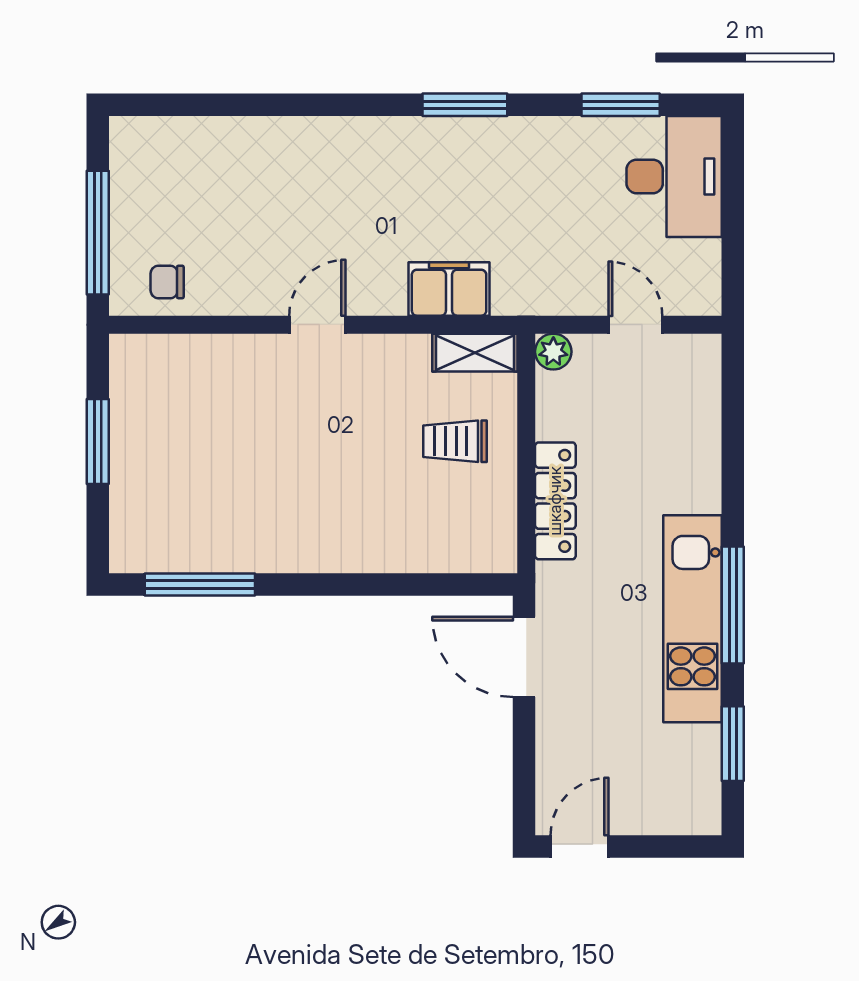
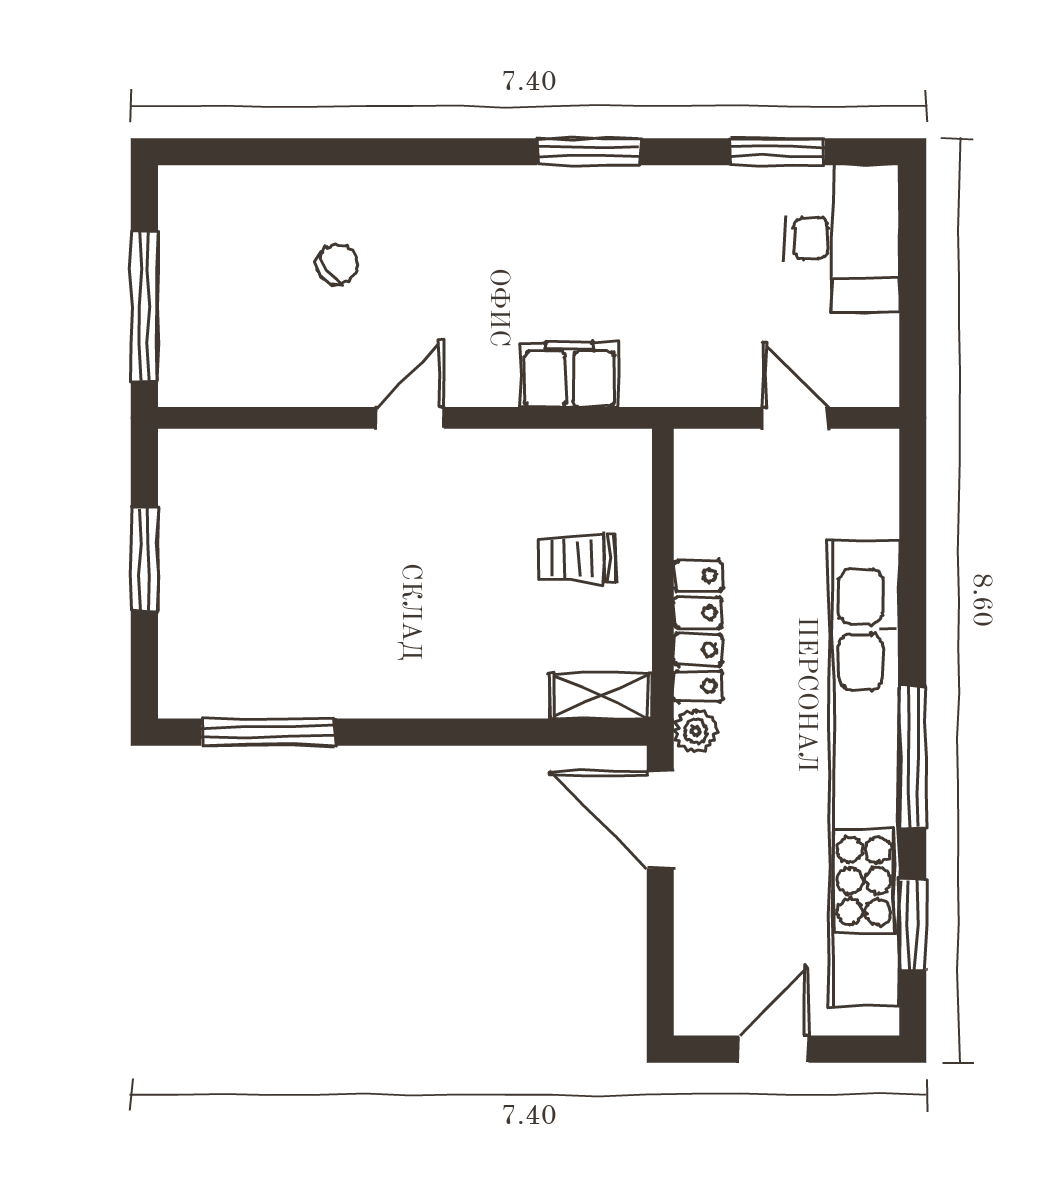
chair: (167, 282) -> (337, 264), moved, turned 146
plant: (553, 352) -> (696, 731), moved
shelving: (475, 353) -> (601, 696), moved
kitchen unit: (693, 619) -> (864, 774), width x1.86
door: (579, 846) -> (774, 1049), moved

